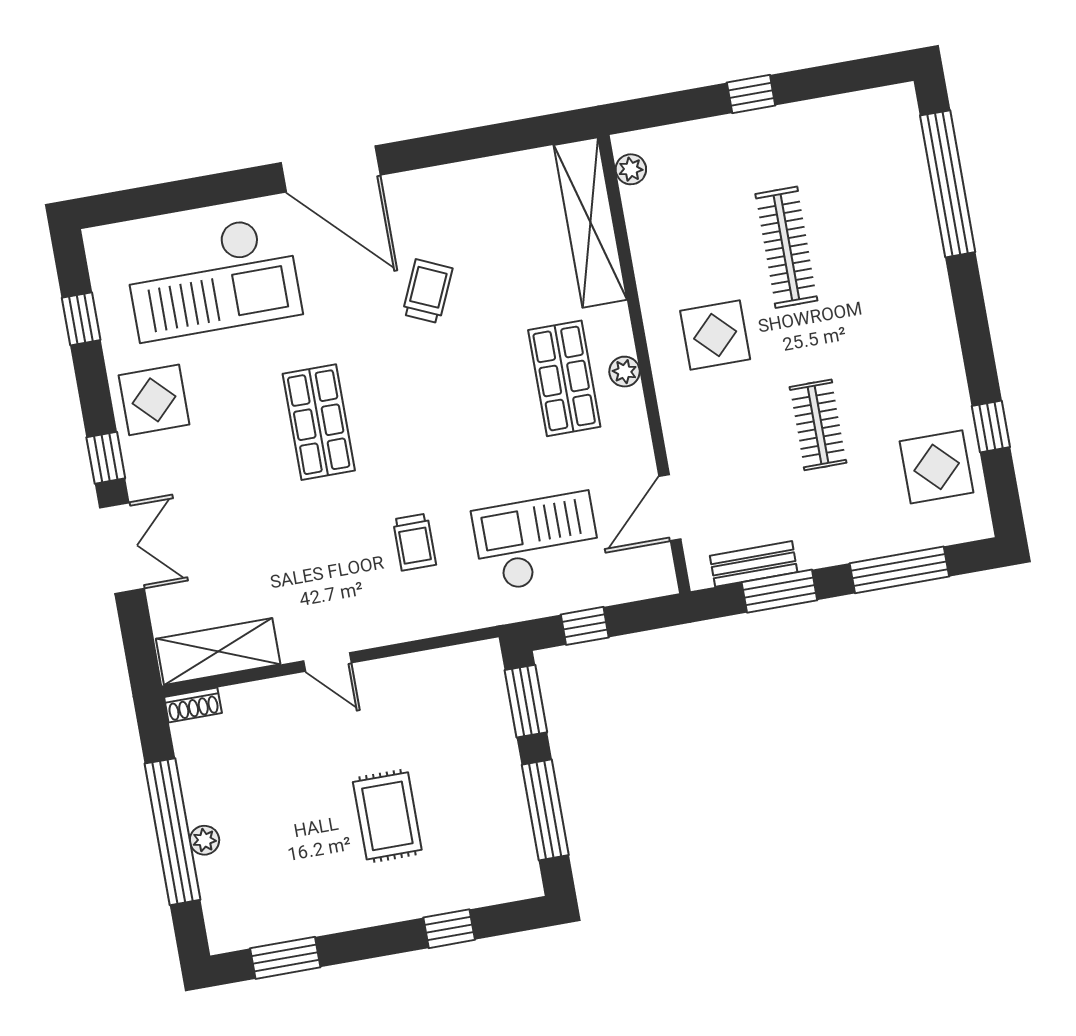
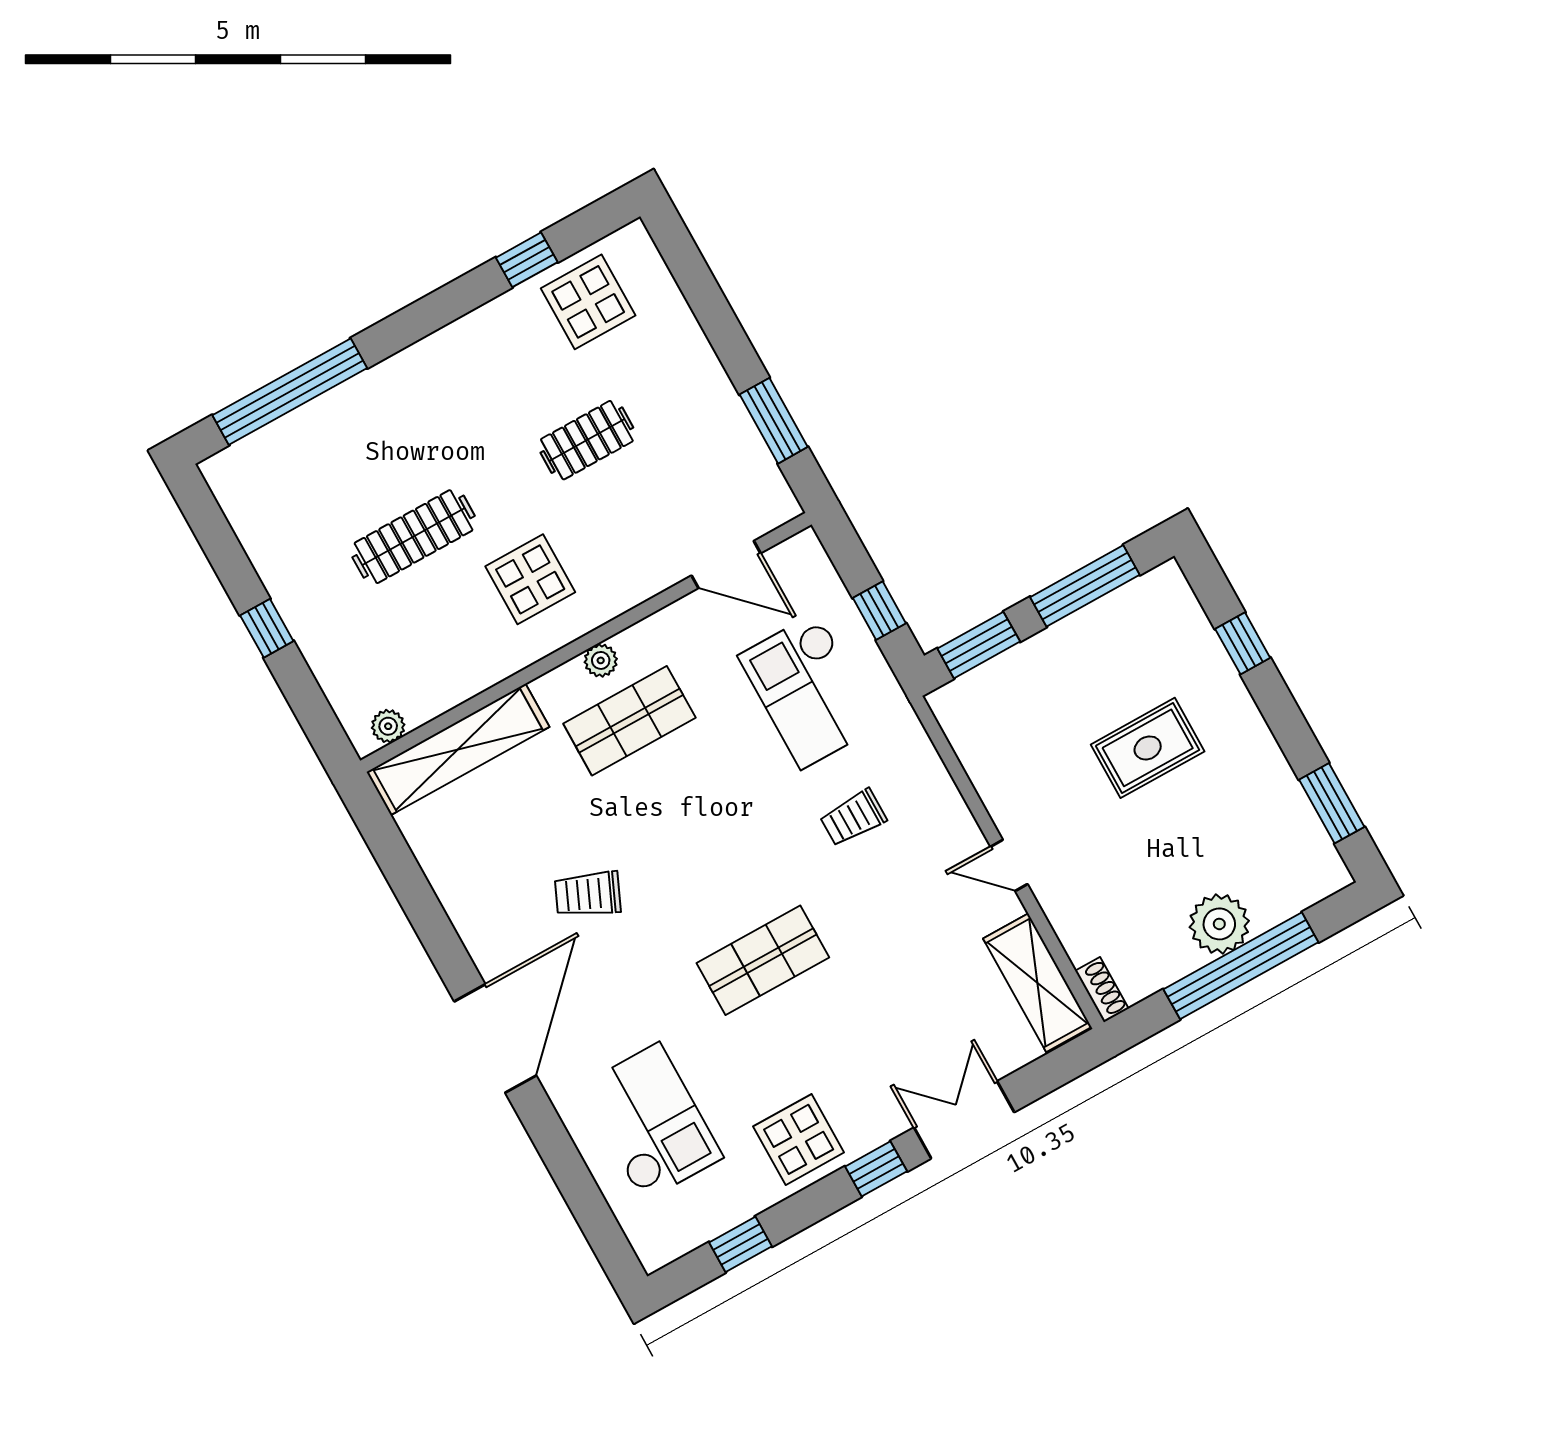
checkout: (213, 278) -> (651, 1122), width x0.73, depth x0.83
trolley: (414, 542) -> (853, 818), turned 180
bench: (754, 564) -> (755, 457), removed
window: (899, 570) -> (708, 304), removed
door: (327, 662) -> (1009, 865), swing flipped
plant: (204, 840) -> (1219, 924), width x1.87, depth x1.87

